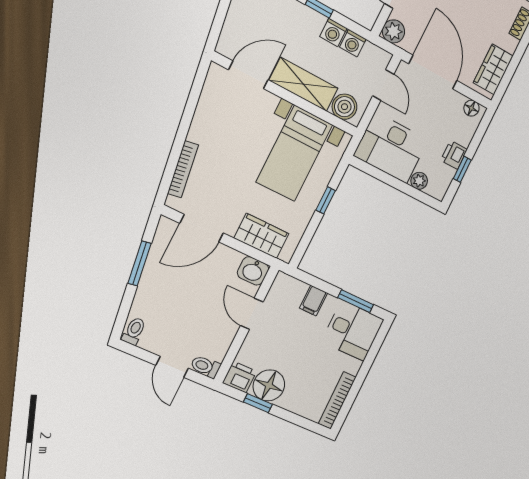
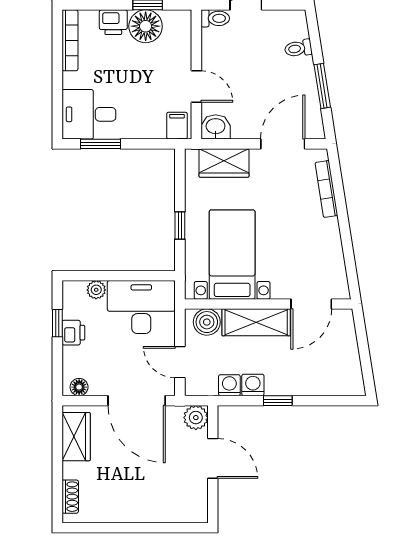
filing cabinet: (314, 301) -> (177, 126), moved
toilet: (134, 331) -> (298, 48), moved, turned 81
printer: (240, 377) -> (113, 22), moved

